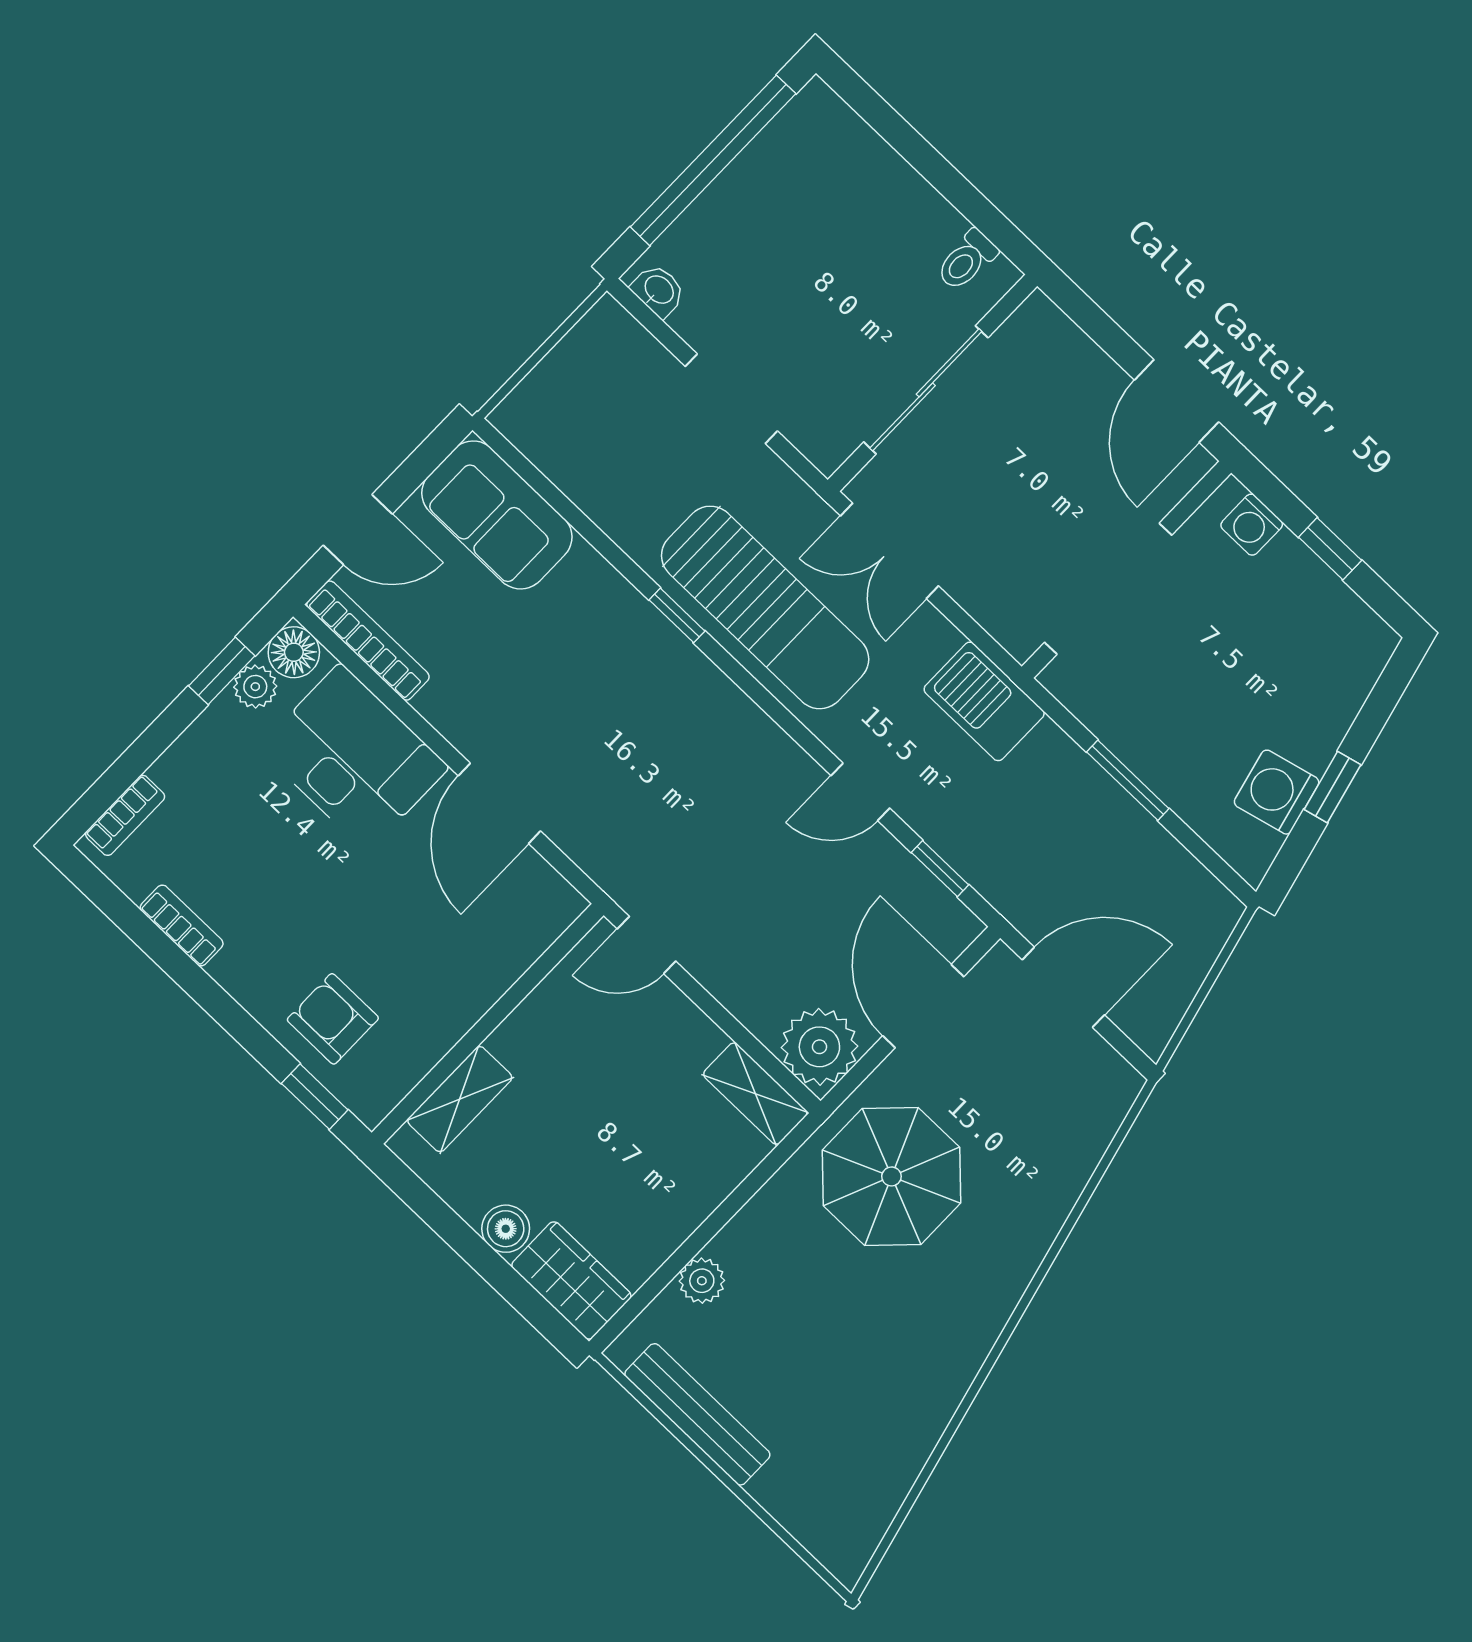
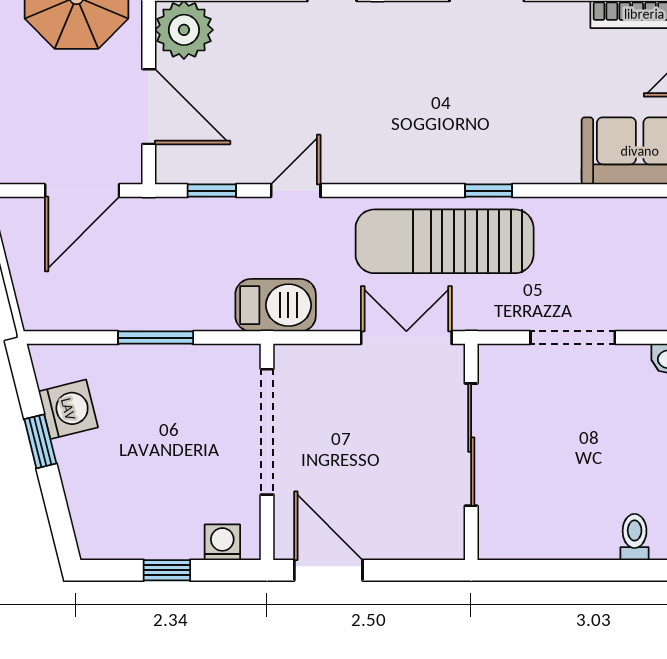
toilet: (967, 260) -> (635, 537), moved

